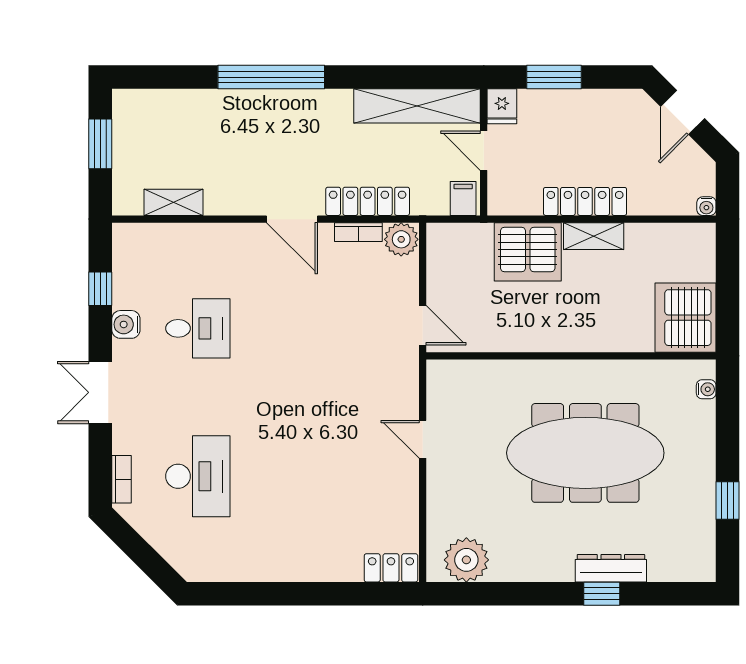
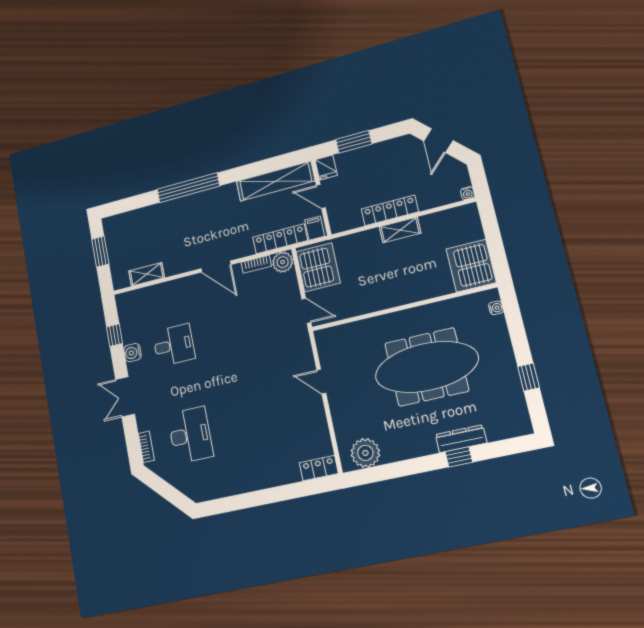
locker: (368, 201) -> (280, 239), moved
server rack: (528, 252) -> (318, 267), moved, turned -90

